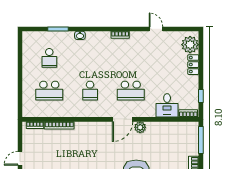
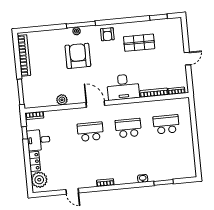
school desk: (49, 58) -> (169, 155), removed
school desk: (90, 91) -> (128, 128), width x1.85
desk: (167, 105) -> (38, 140), moved, turned -90
door: (123, 119) -> (95, 104), hinge flipped
plant: (140, 127) -> (62, 100), moved
desk: (91, 135) -> (123, 87), added

